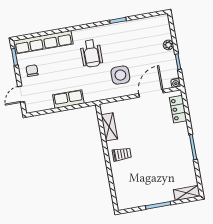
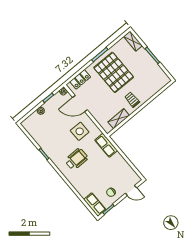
row of seats: (43, 42) -> (95, 205), width x0.50
row of seats: (68, 99) -> (106, 145), moved
pallet: (164, 151) -> (114, 72), added

